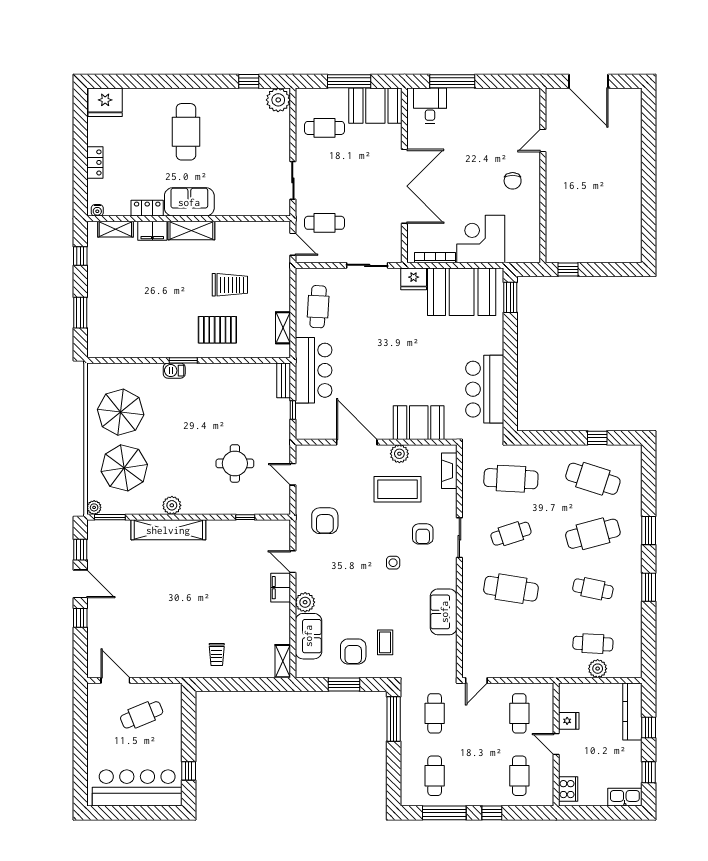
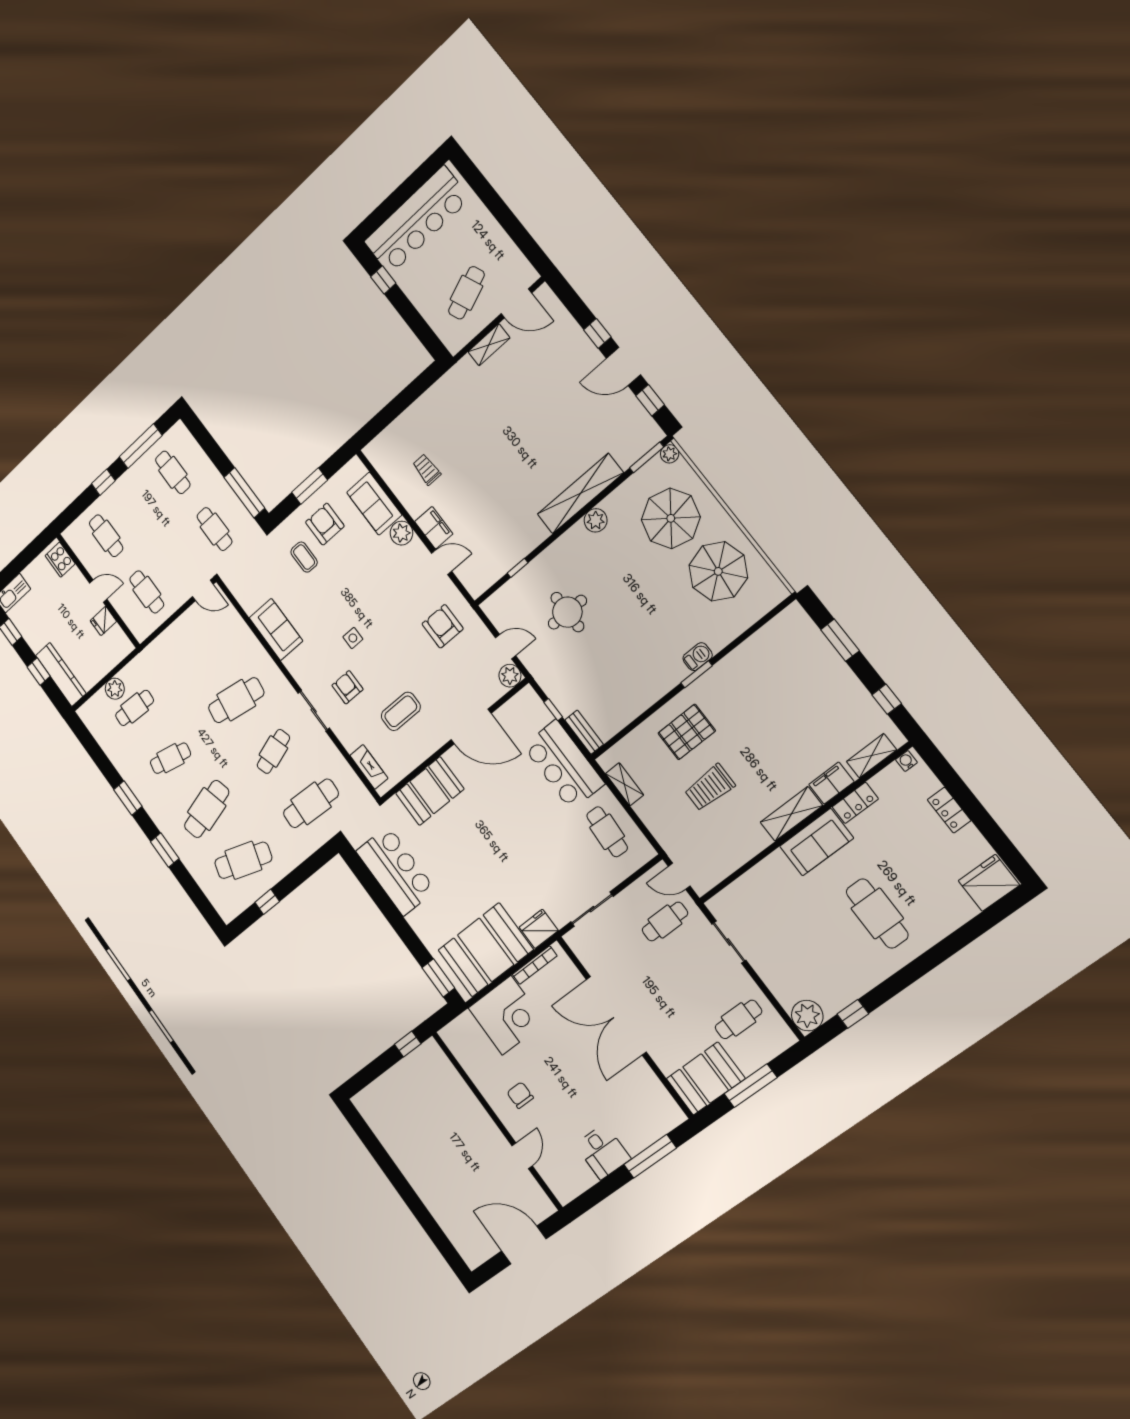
desk: (430, 106) -> (603, 1152), moved
plant: (399, 454) -> (510, 676), moved
coffee table: (398, 489) -> (401, 711), width x0.73, depth x0.76
trolley: (217, 654) -> (427, 469), moved
shelving: (283, 661) -> (489, 345), moved, turned 90
door: (476, 680) -> (203, 590), swing flipped

